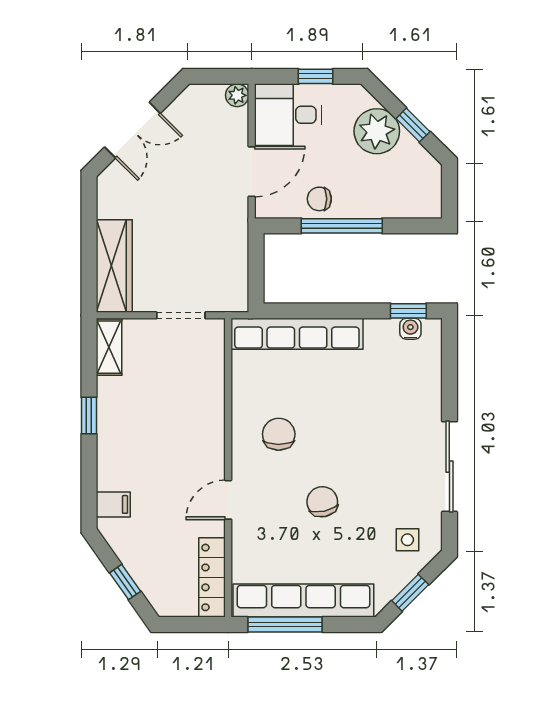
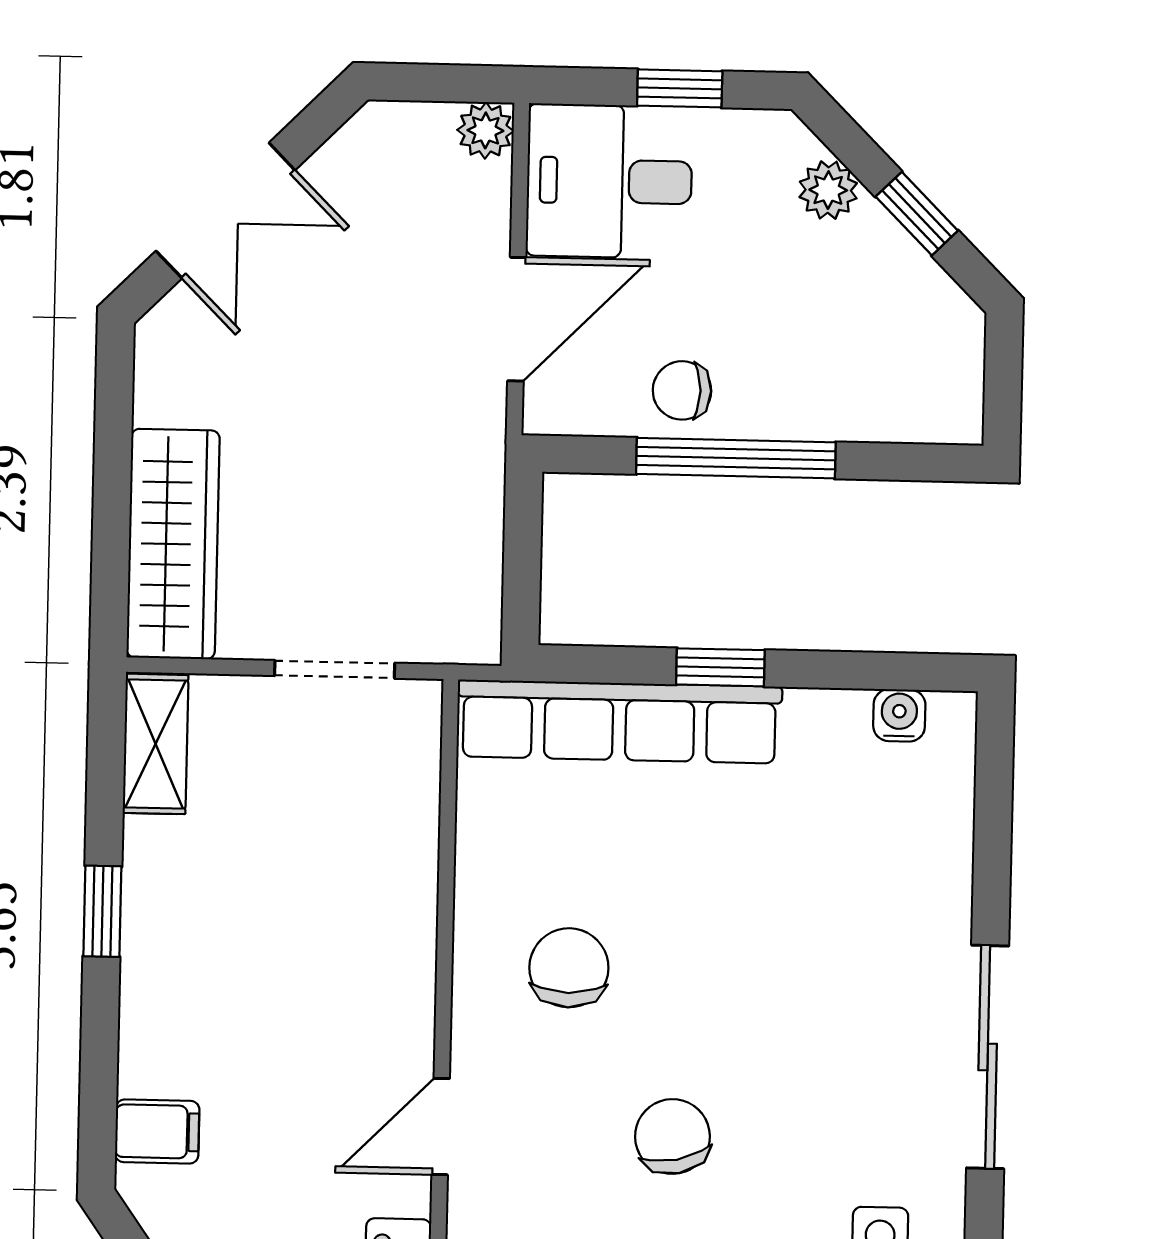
plant: (377, 131) -> (828, 190), width x0.53, depth x0.53
window: (408, 311) -> (720, 667), moved

